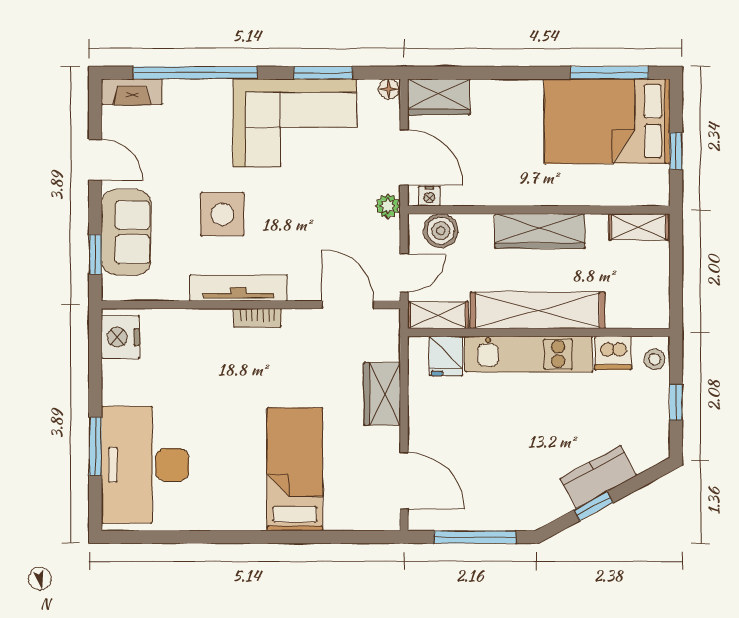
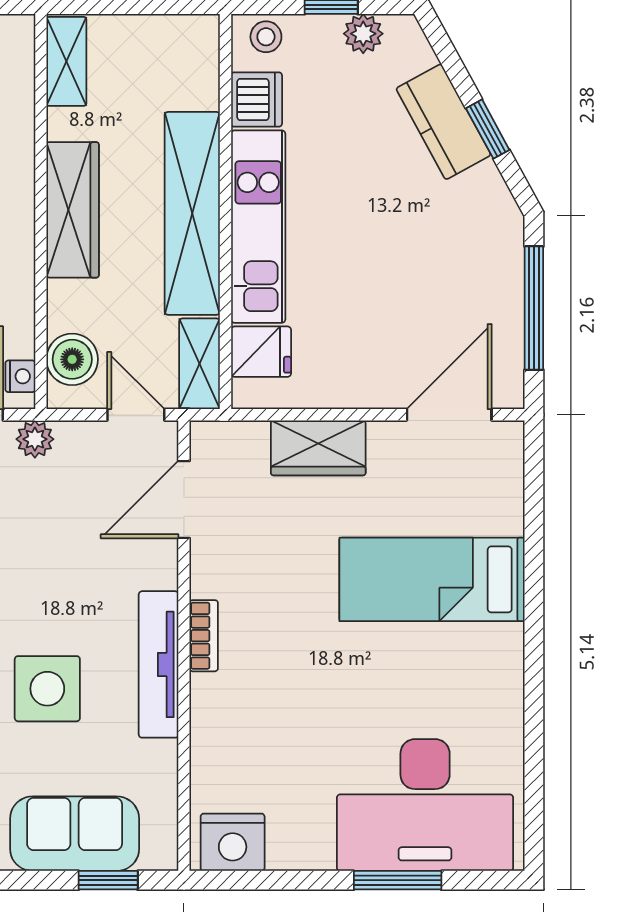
plant: (657, 424) -> (363, 34), added

